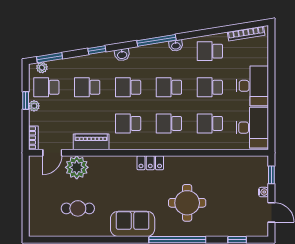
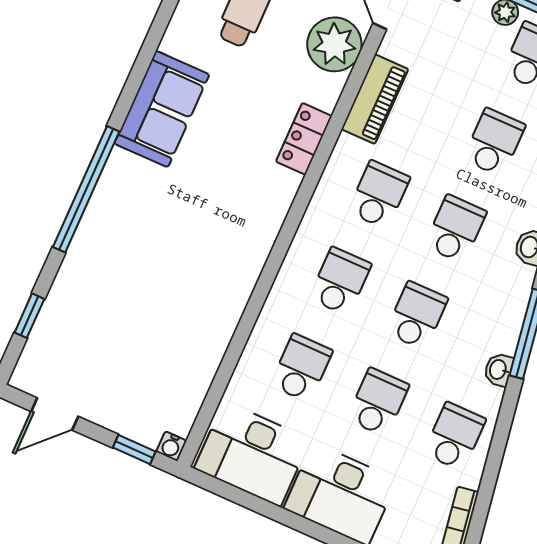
locker: (150, 163) -> (304, 139), moved
water cooler: (263, 192) -> (171, 446), moved
round table: (187, 203) -> (155, 245), removed

